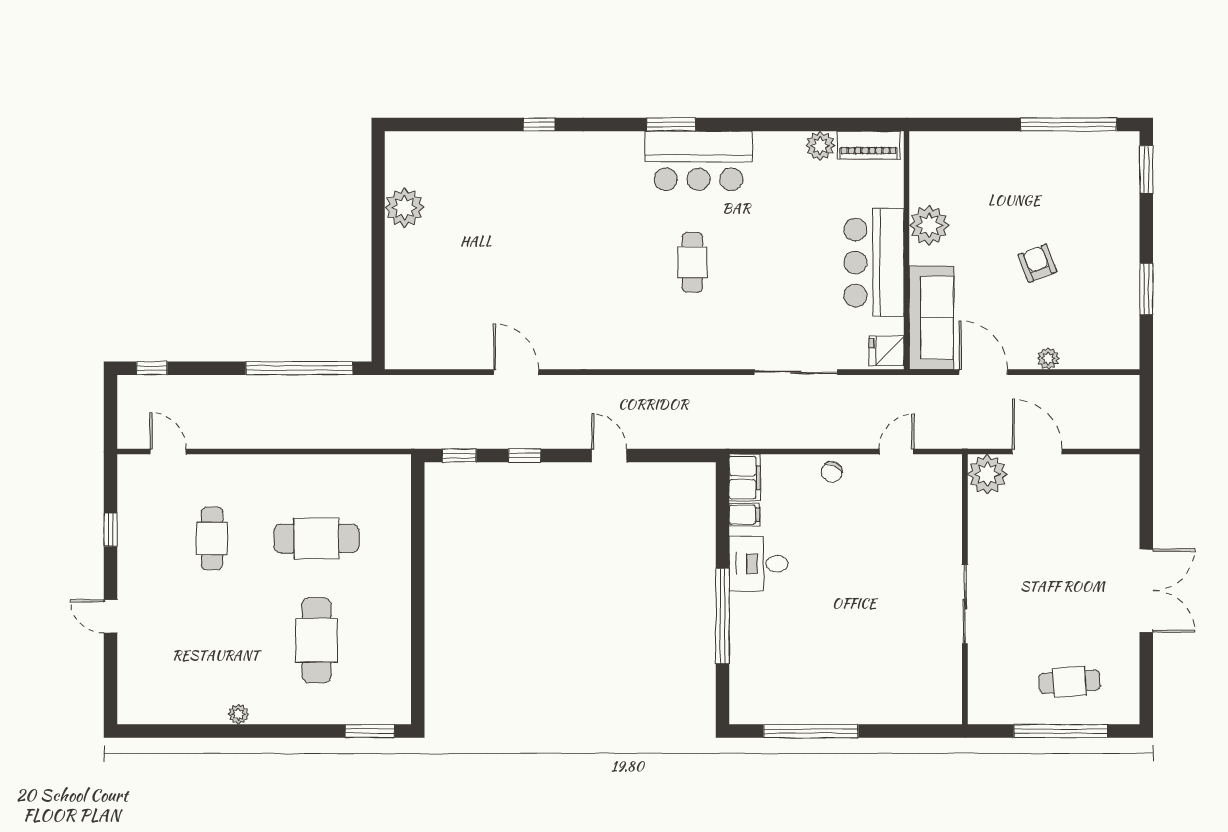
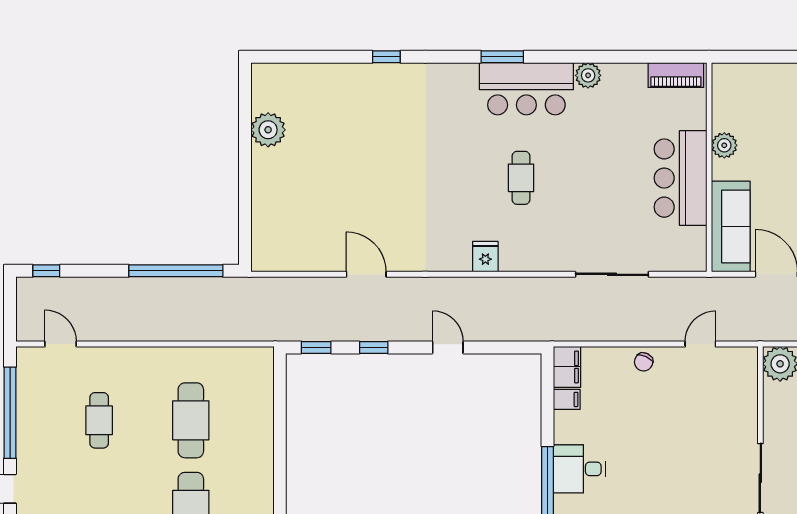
plant: (820, 146) -> (588, 75), moved
plant: (929, 225) -> (724, 145), width x0.73, depth x0.73
fridge: (887, 351) -> (485, 257), moved, turned 90
window: (111, 530) -> (10, 413), width x3.17
cafe table: (316, 538) -> (191, 420), turned 90
desk: (759, 564) -> (579, 469), moved

